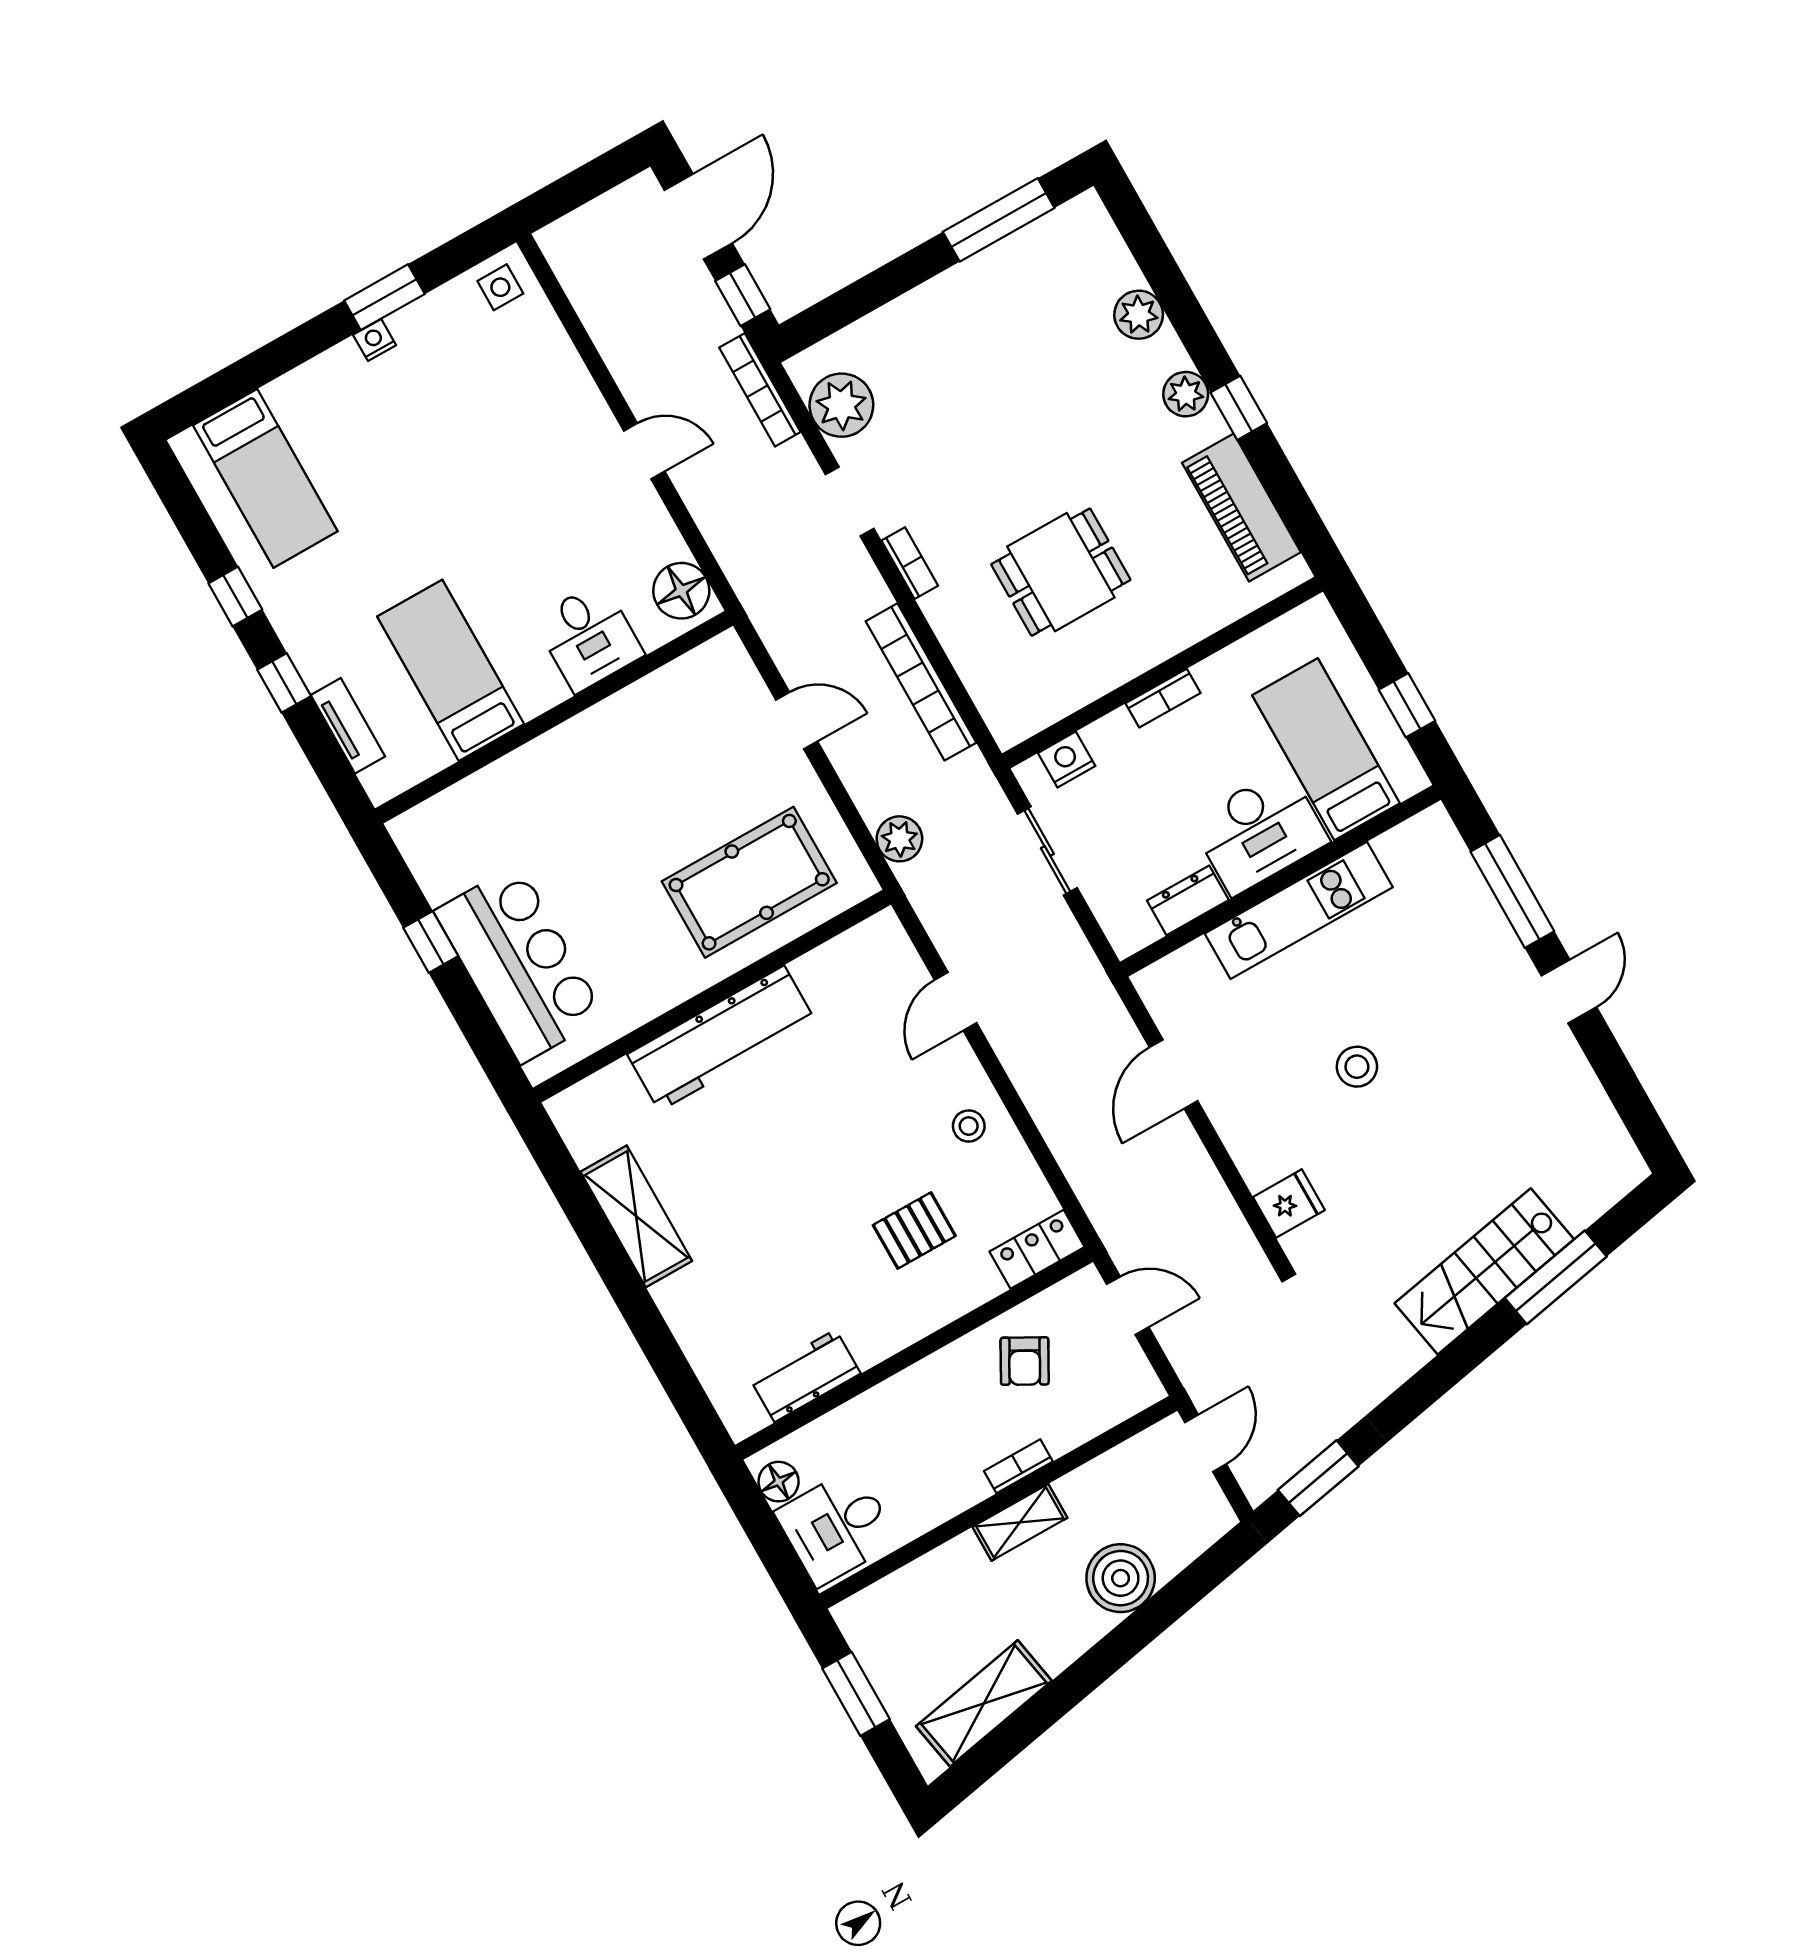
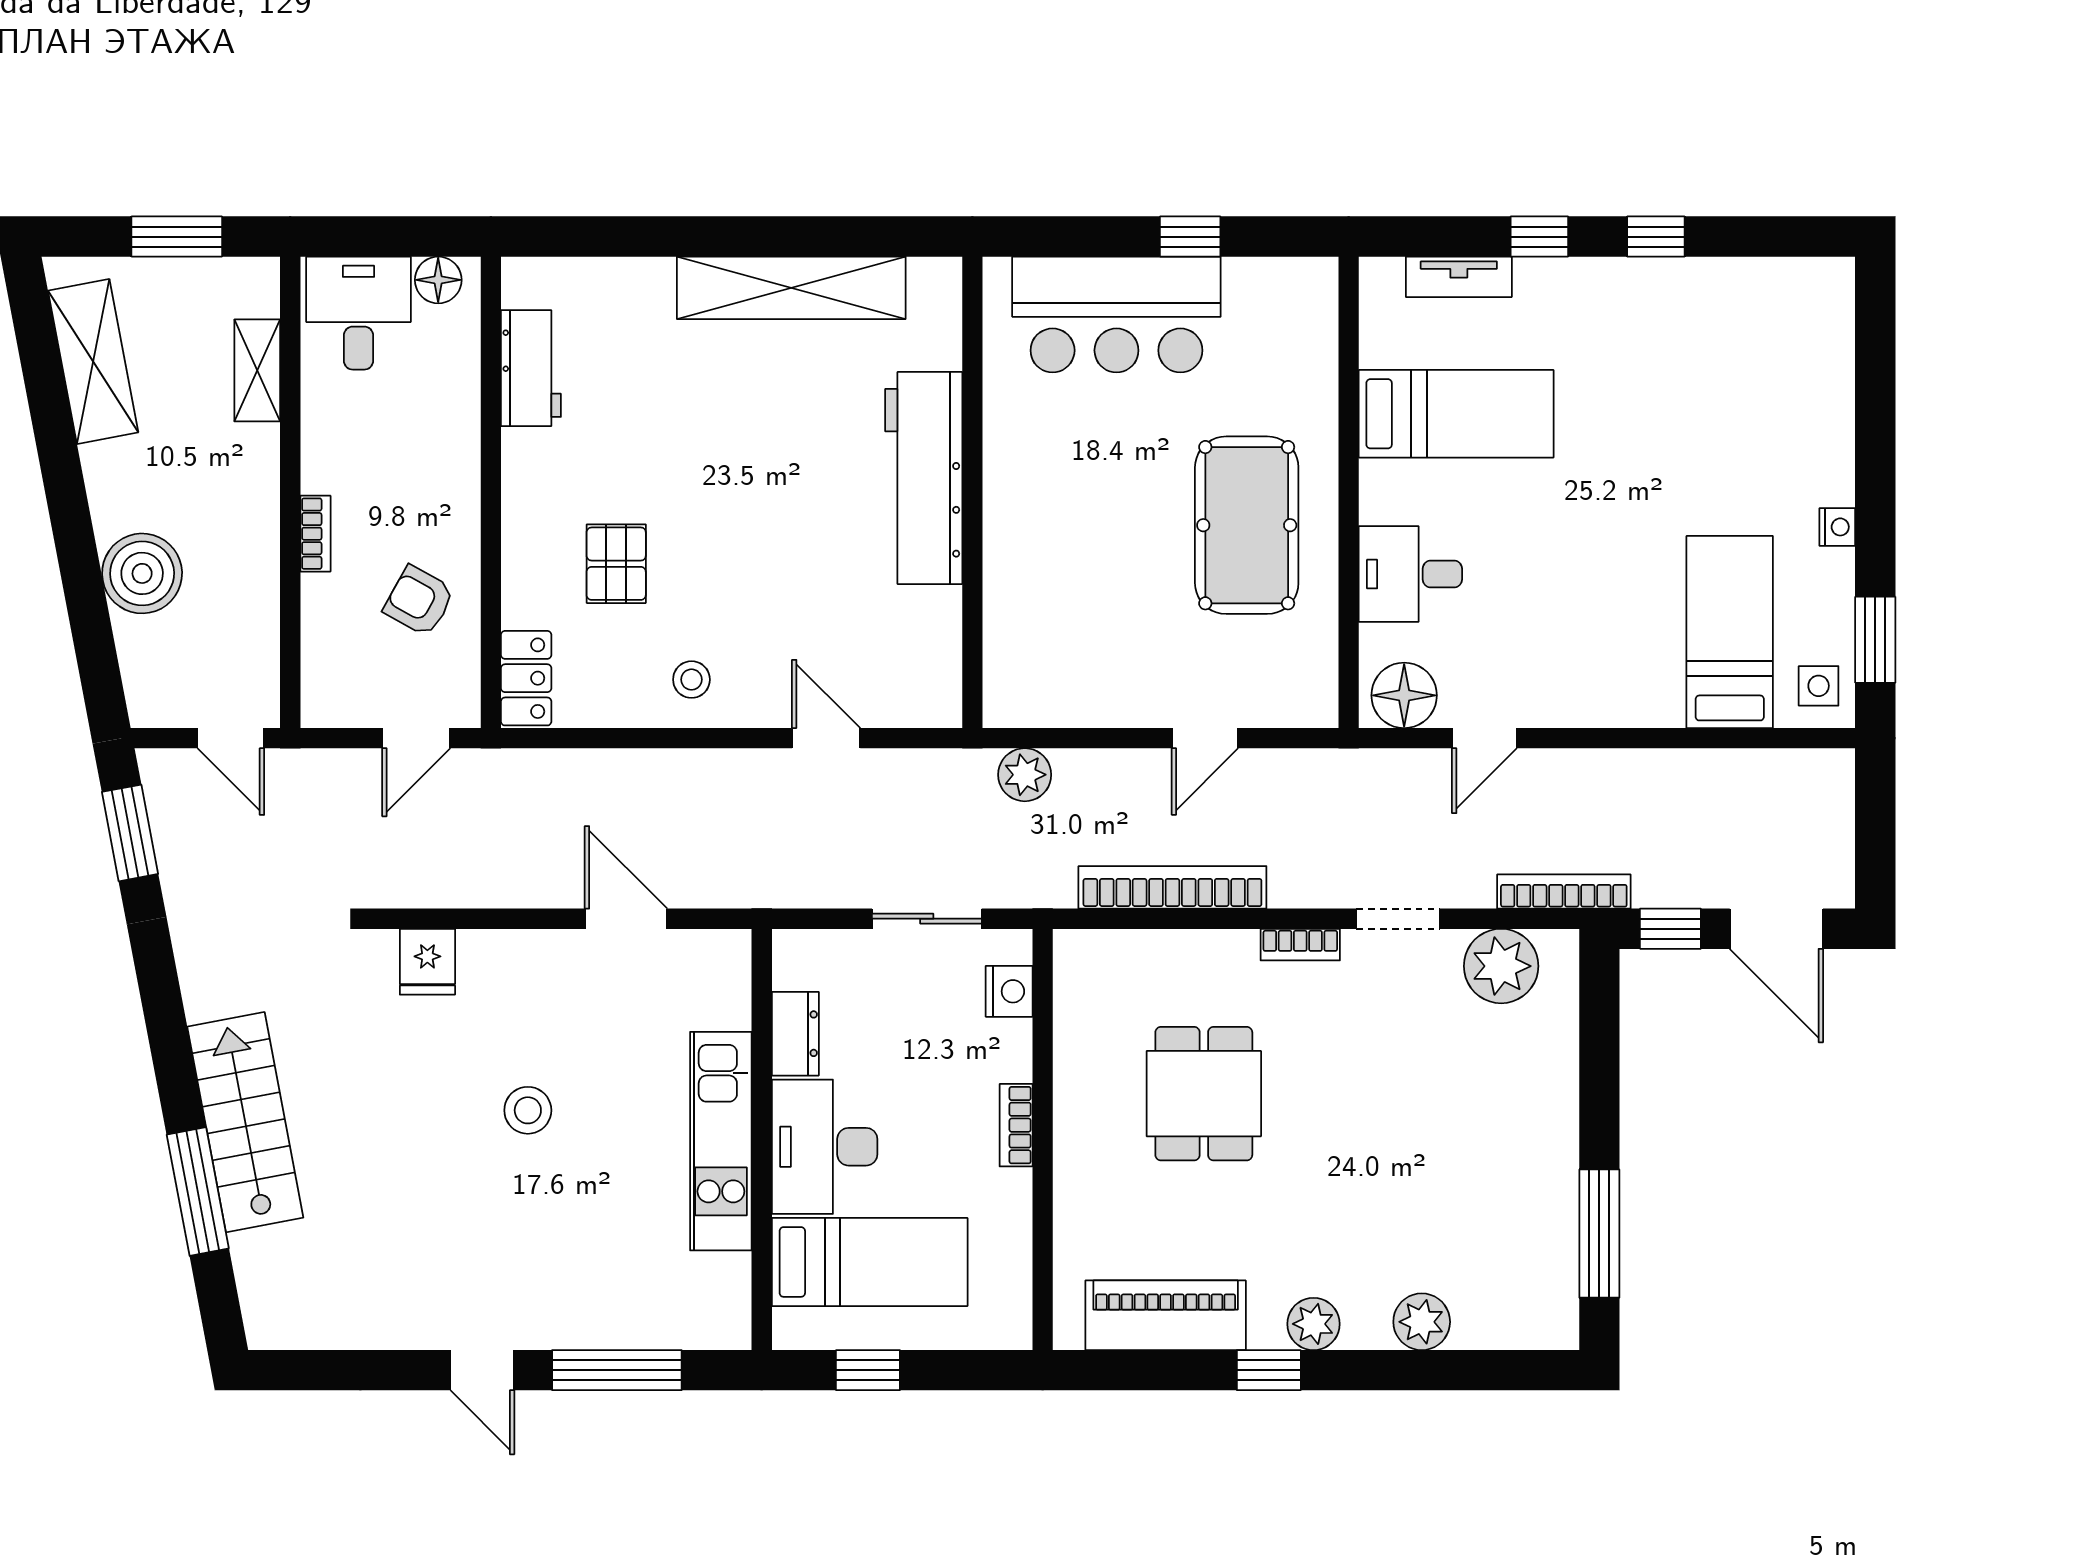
window: (384, 297) -> (1875, 640), moved
door: (644, 451) -> (1484, 738), moved
bed: (265, 478) -> (1730, 632), moved, turned 90
pool table: (749, 882) -> (1247, 525), moved
shelving: (636, 1216) -> (791, 288), width x1.47
shelving: (1020, 1522) -> (257, 370), moved

